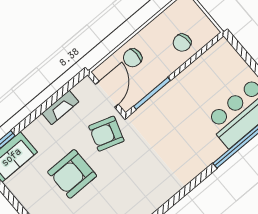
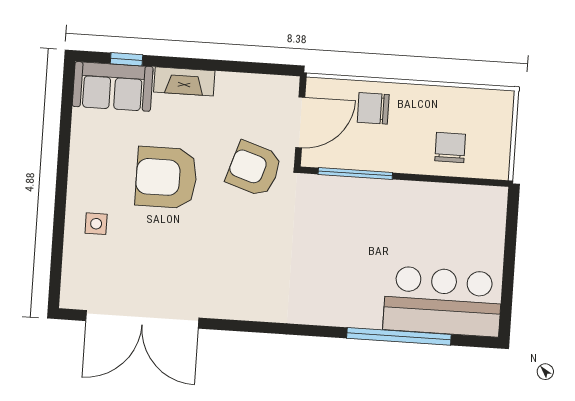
chair: (182, 43) -> (450, 147), turned 101
fireplace: (60, 108) -> (184, 81), moved

